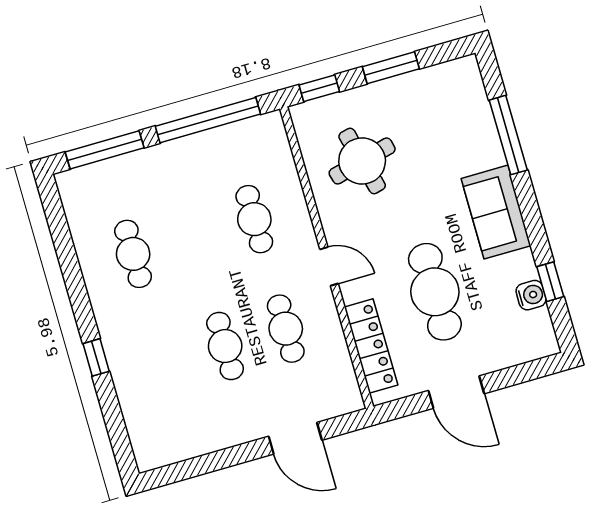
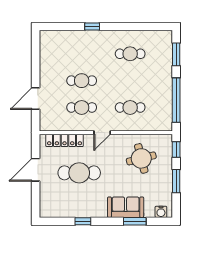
window: (508, 135) -> (135, 221), width x0.69
window: (105, 150) -> (176, 54), width x0.69
sofa: (496, 212) -> (126, 207), moved
window: (550, 282) -> (83, 221), moved
water cooler: (531, 295) -> (161, 212), moved

